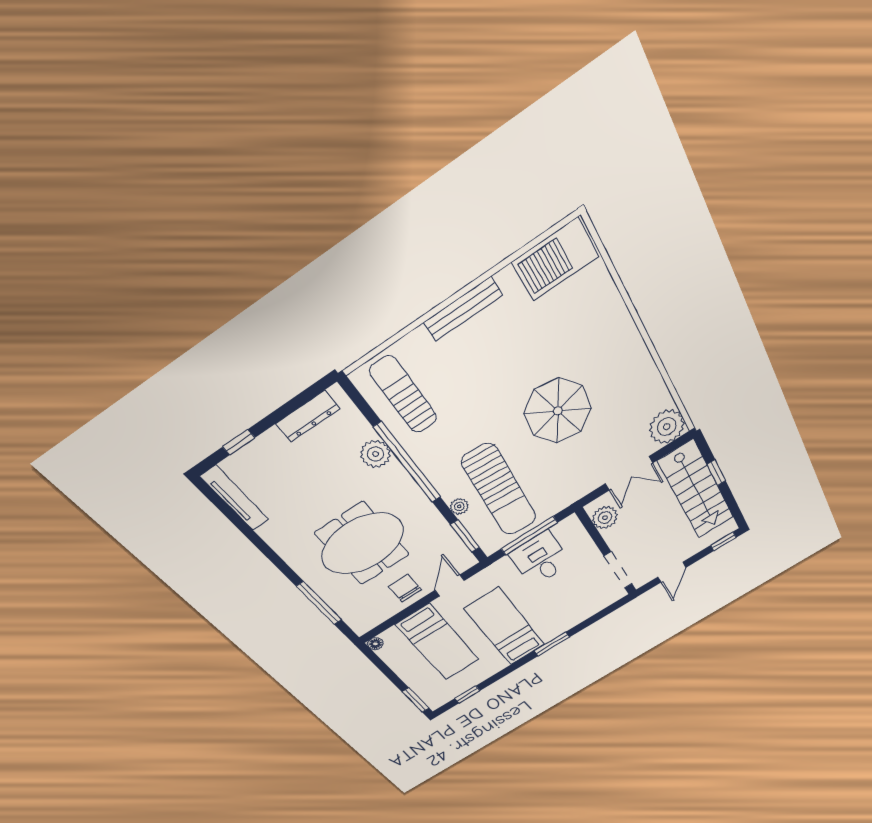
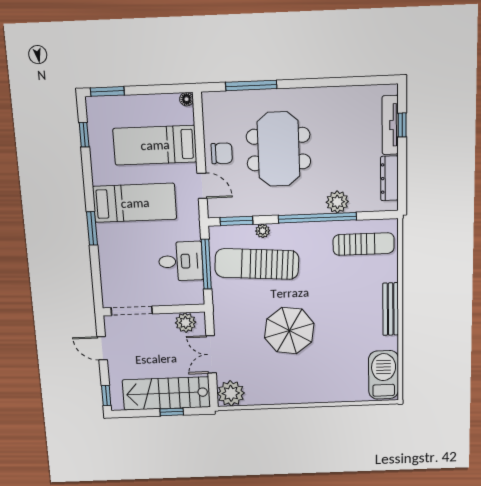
tv unit: (235, 498) -> (390, 125), moved, turned 90

